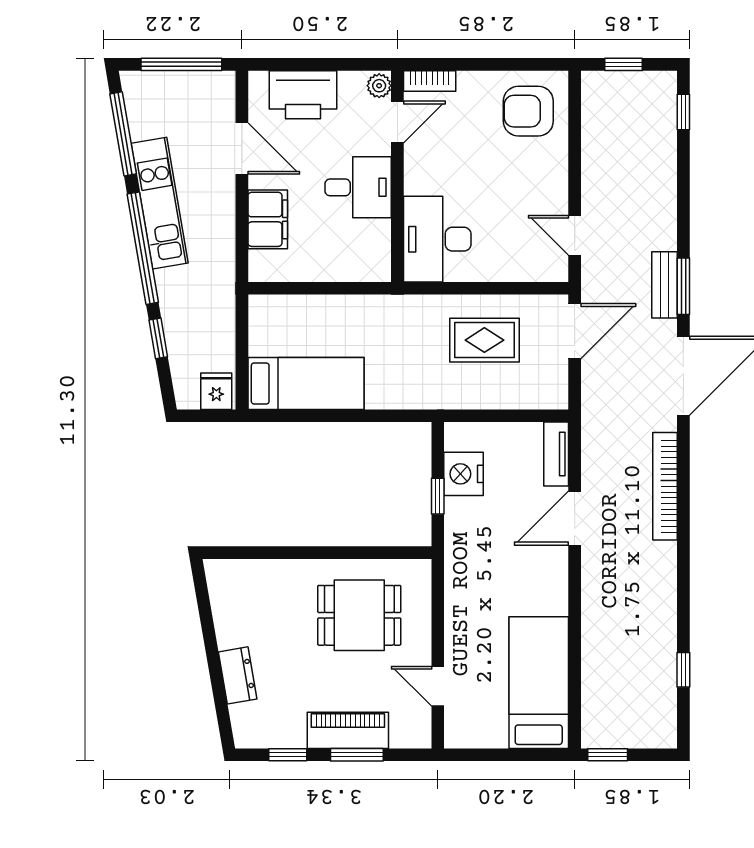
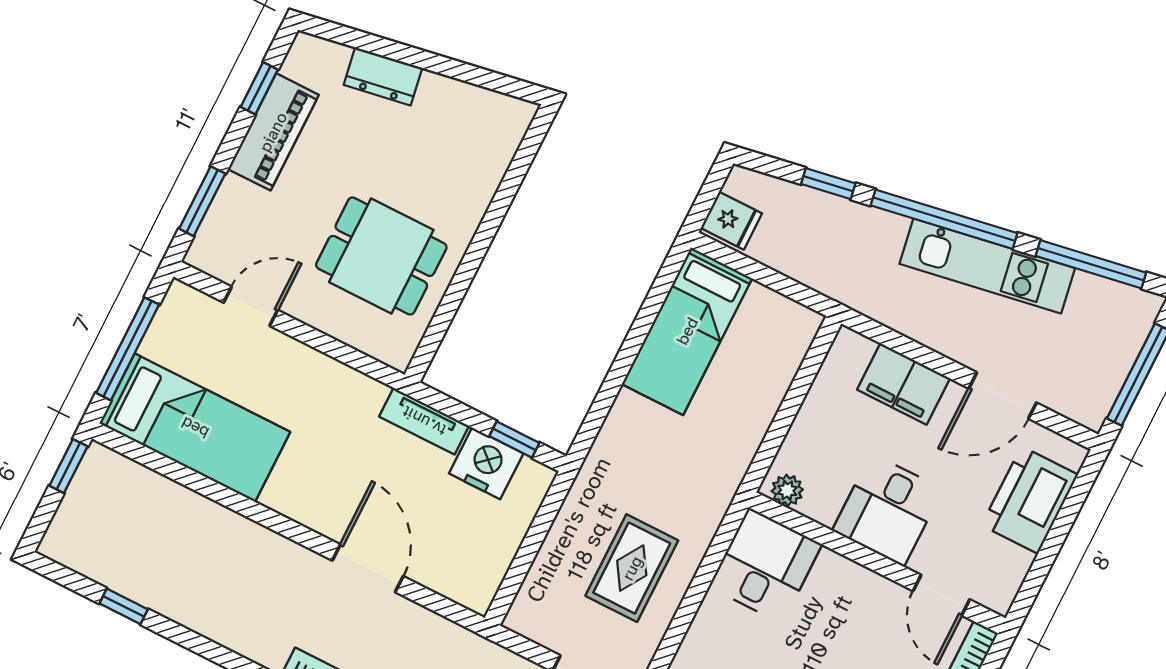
plant: (379, 86) -> (787, 490), moved
desk: (437, 239) -> (765, 565), width x0.73
tv unit: (556, 454) -> (424, 421), moved, turned 180
window: (438, 496) -> (514, 439), moved
dining table: (359, 615) -> (381, 256), turned 90
piano: (348, 730) -> (273, 132), moved
window: (357, 755) -> (202, 201), moved
window: (508, 755) -> (128, 349), added

